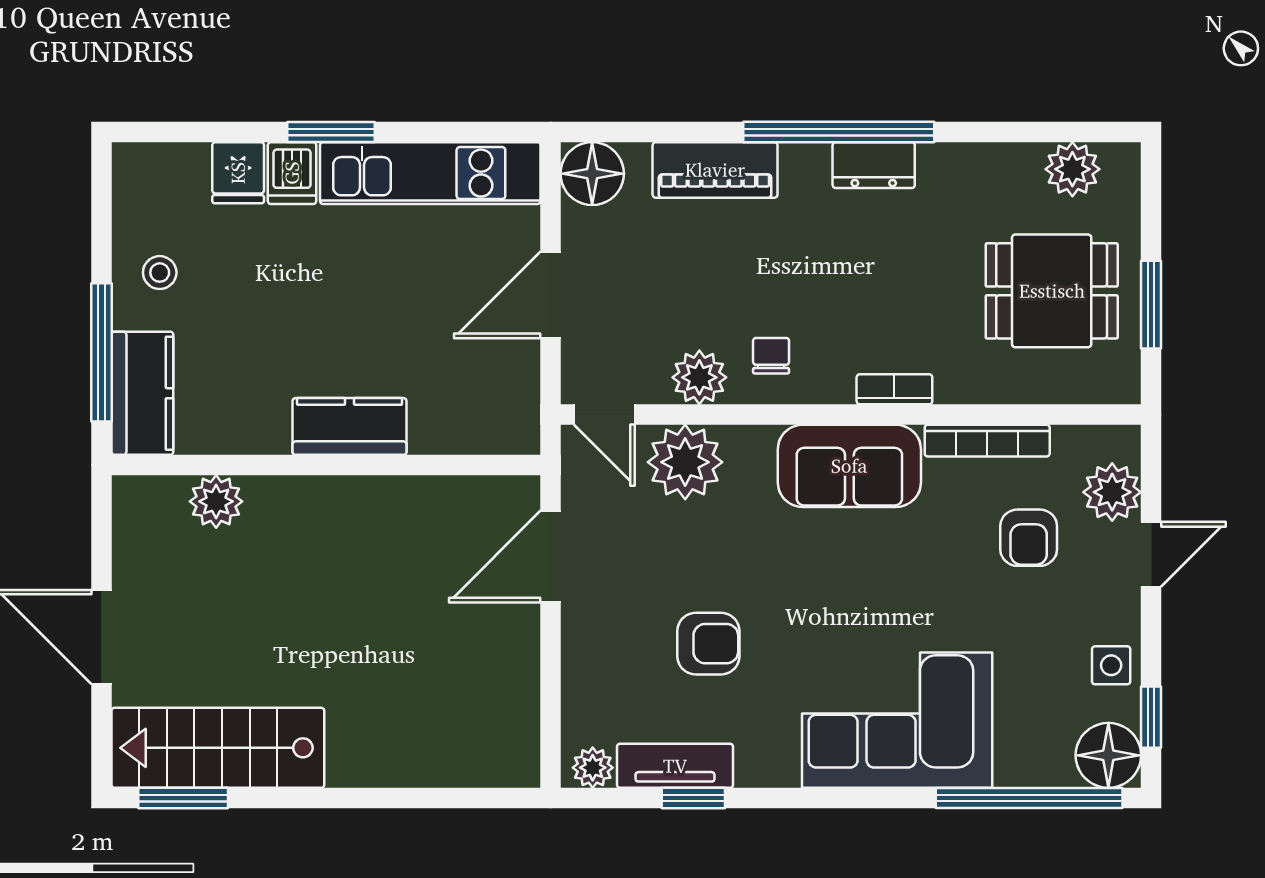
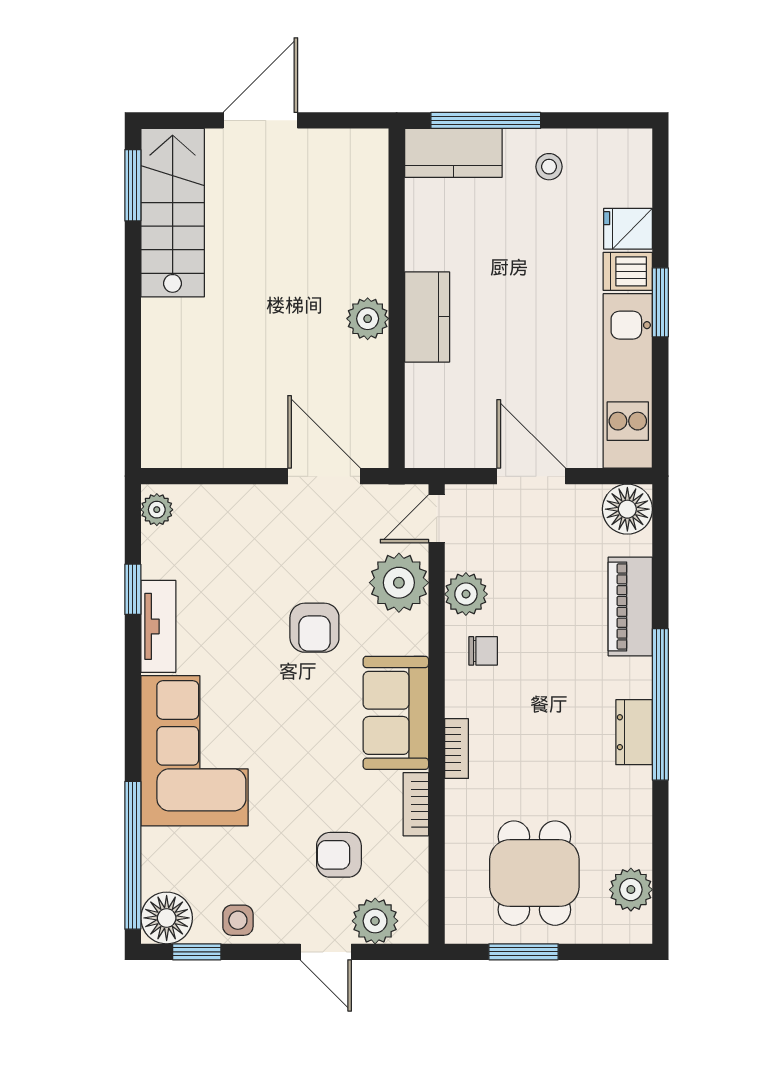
bookcase: (987, 441) -> (416, 804), width x0.64
plant: (216, 501) -> (368, 319), moved
armchair: (708, 644) -> (314, 628), moved
tv unit: (675, 766) -> (158, 626), moved

